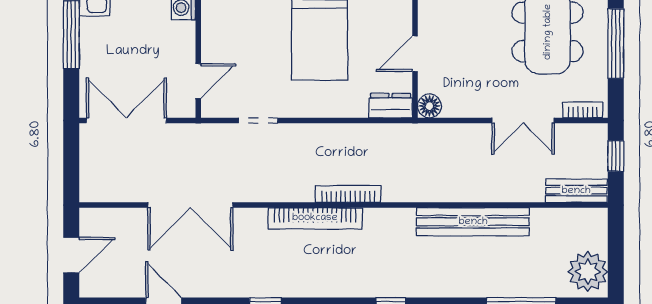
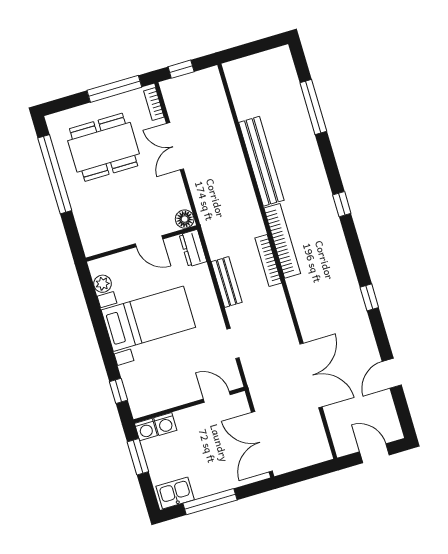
window: (616, 43) -> (114, 89), moved
double door: (523, 120) -> (175, 146), swing flipped
bench: (576, 191) -> (227, 282), moved
bookcase: (315, 218) -> (282, 241), moved
plant: (588, 272) -> (273, 65), removed

